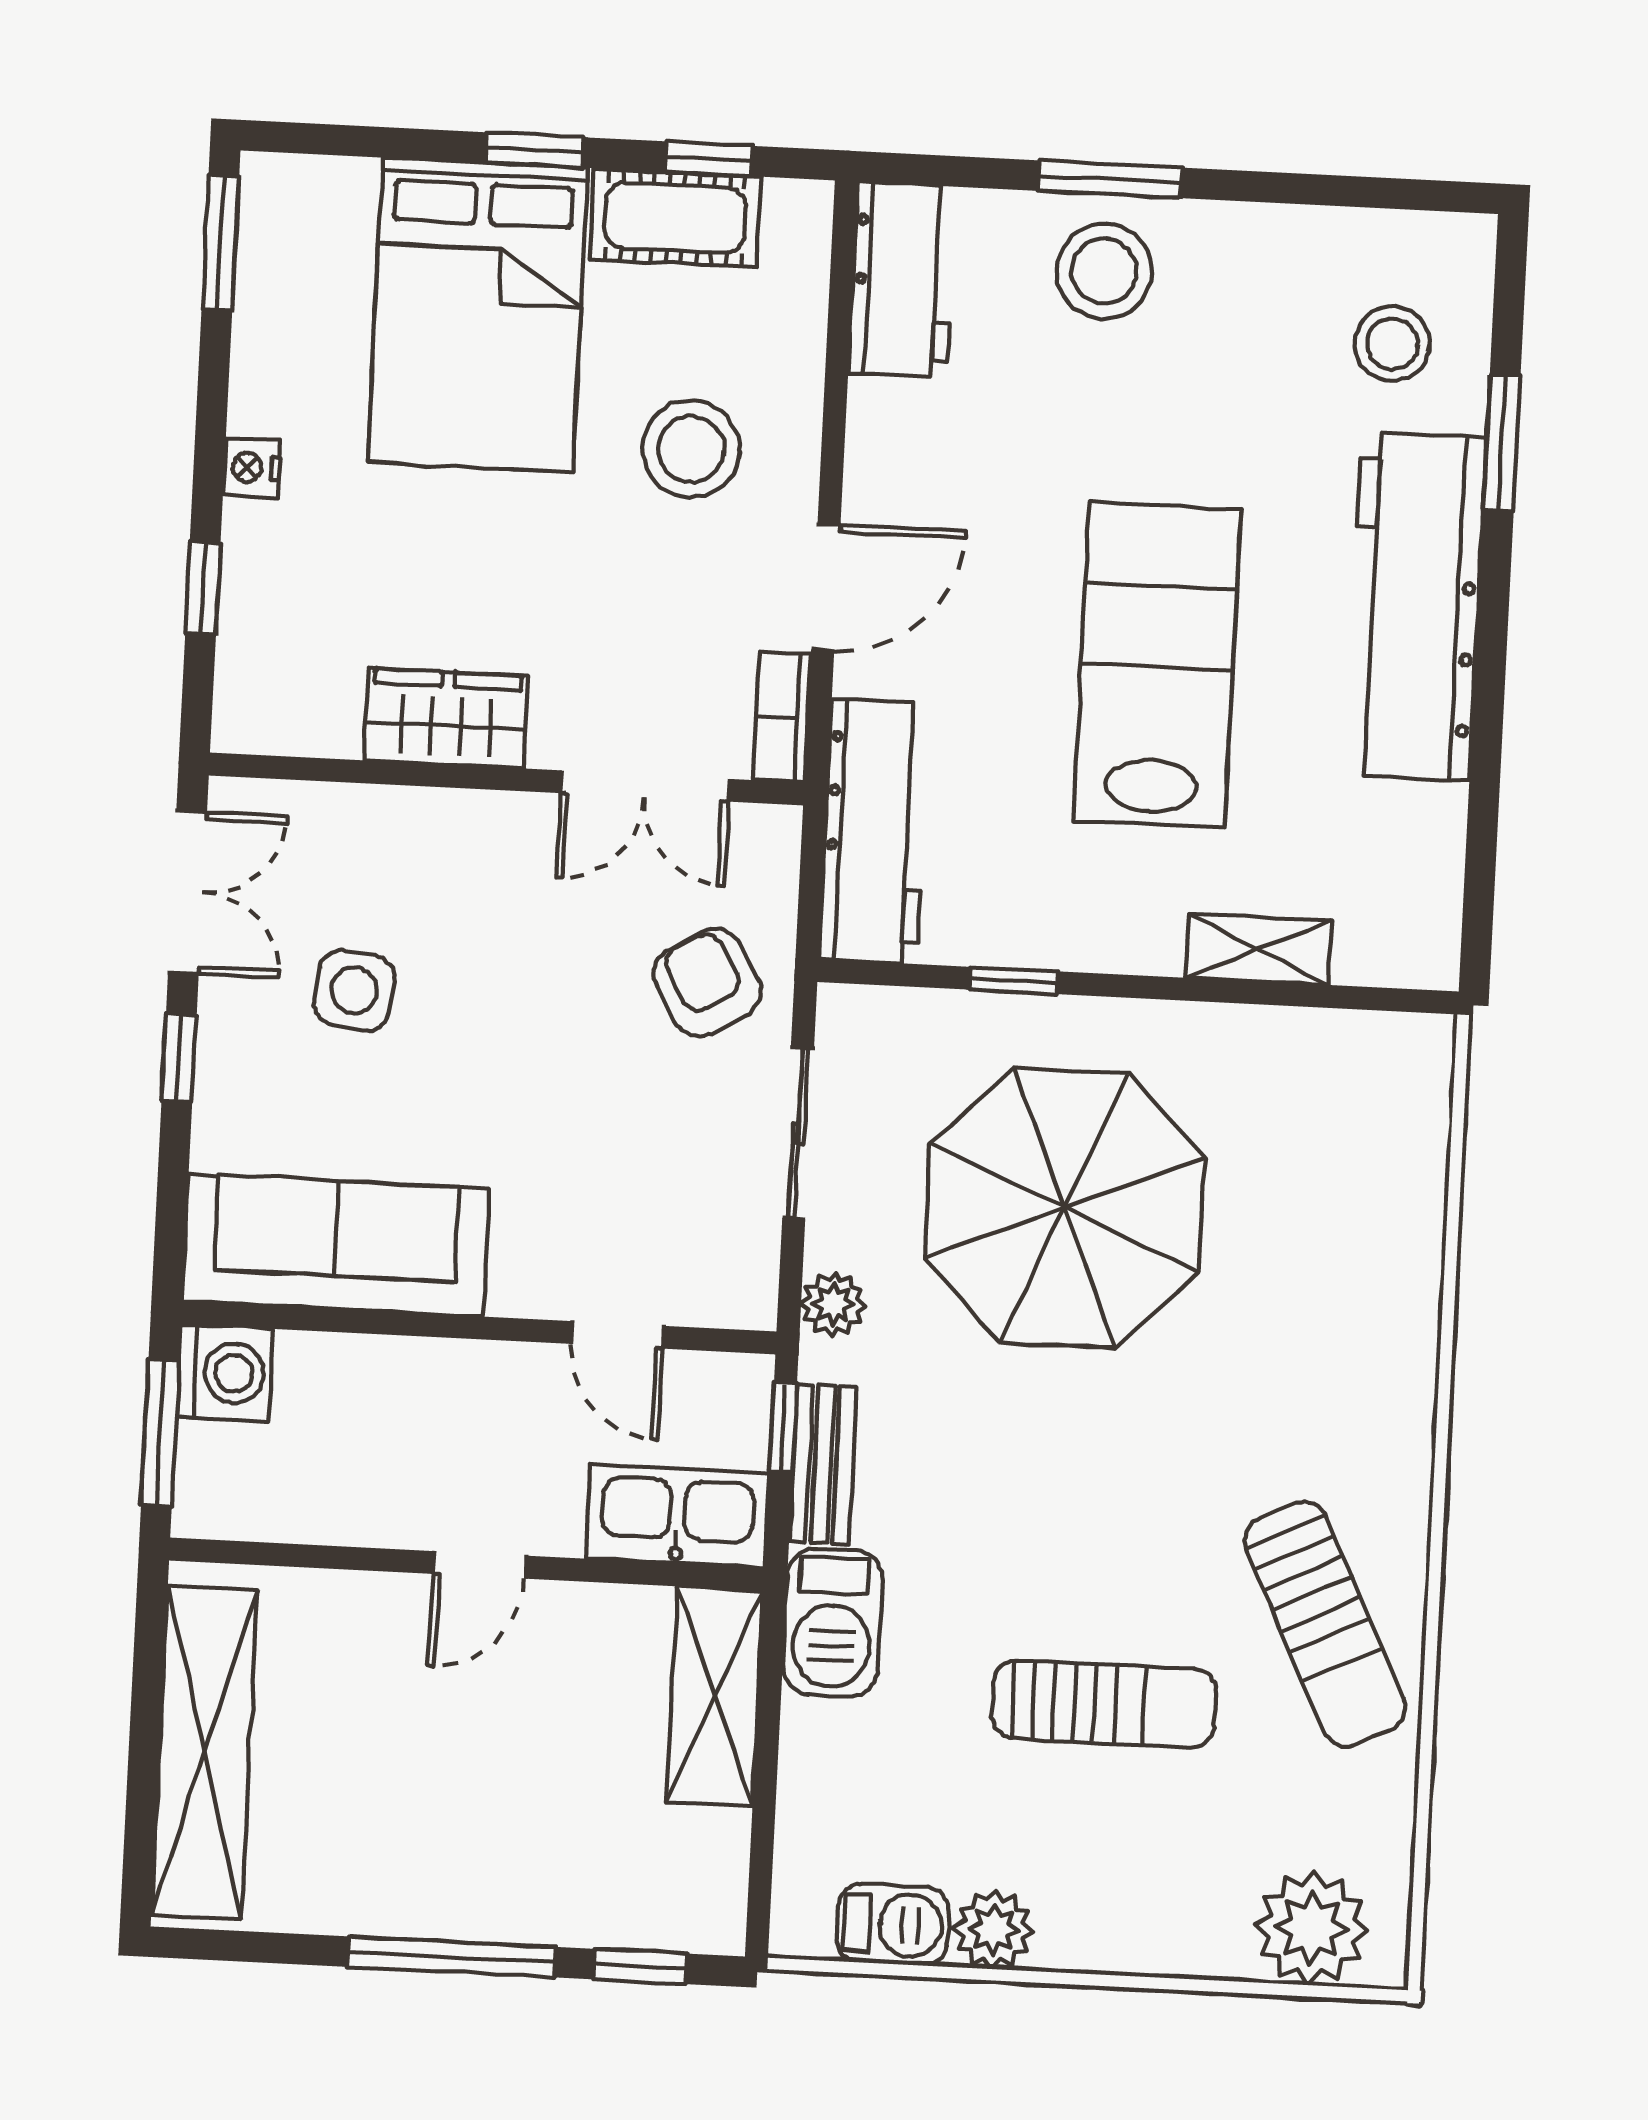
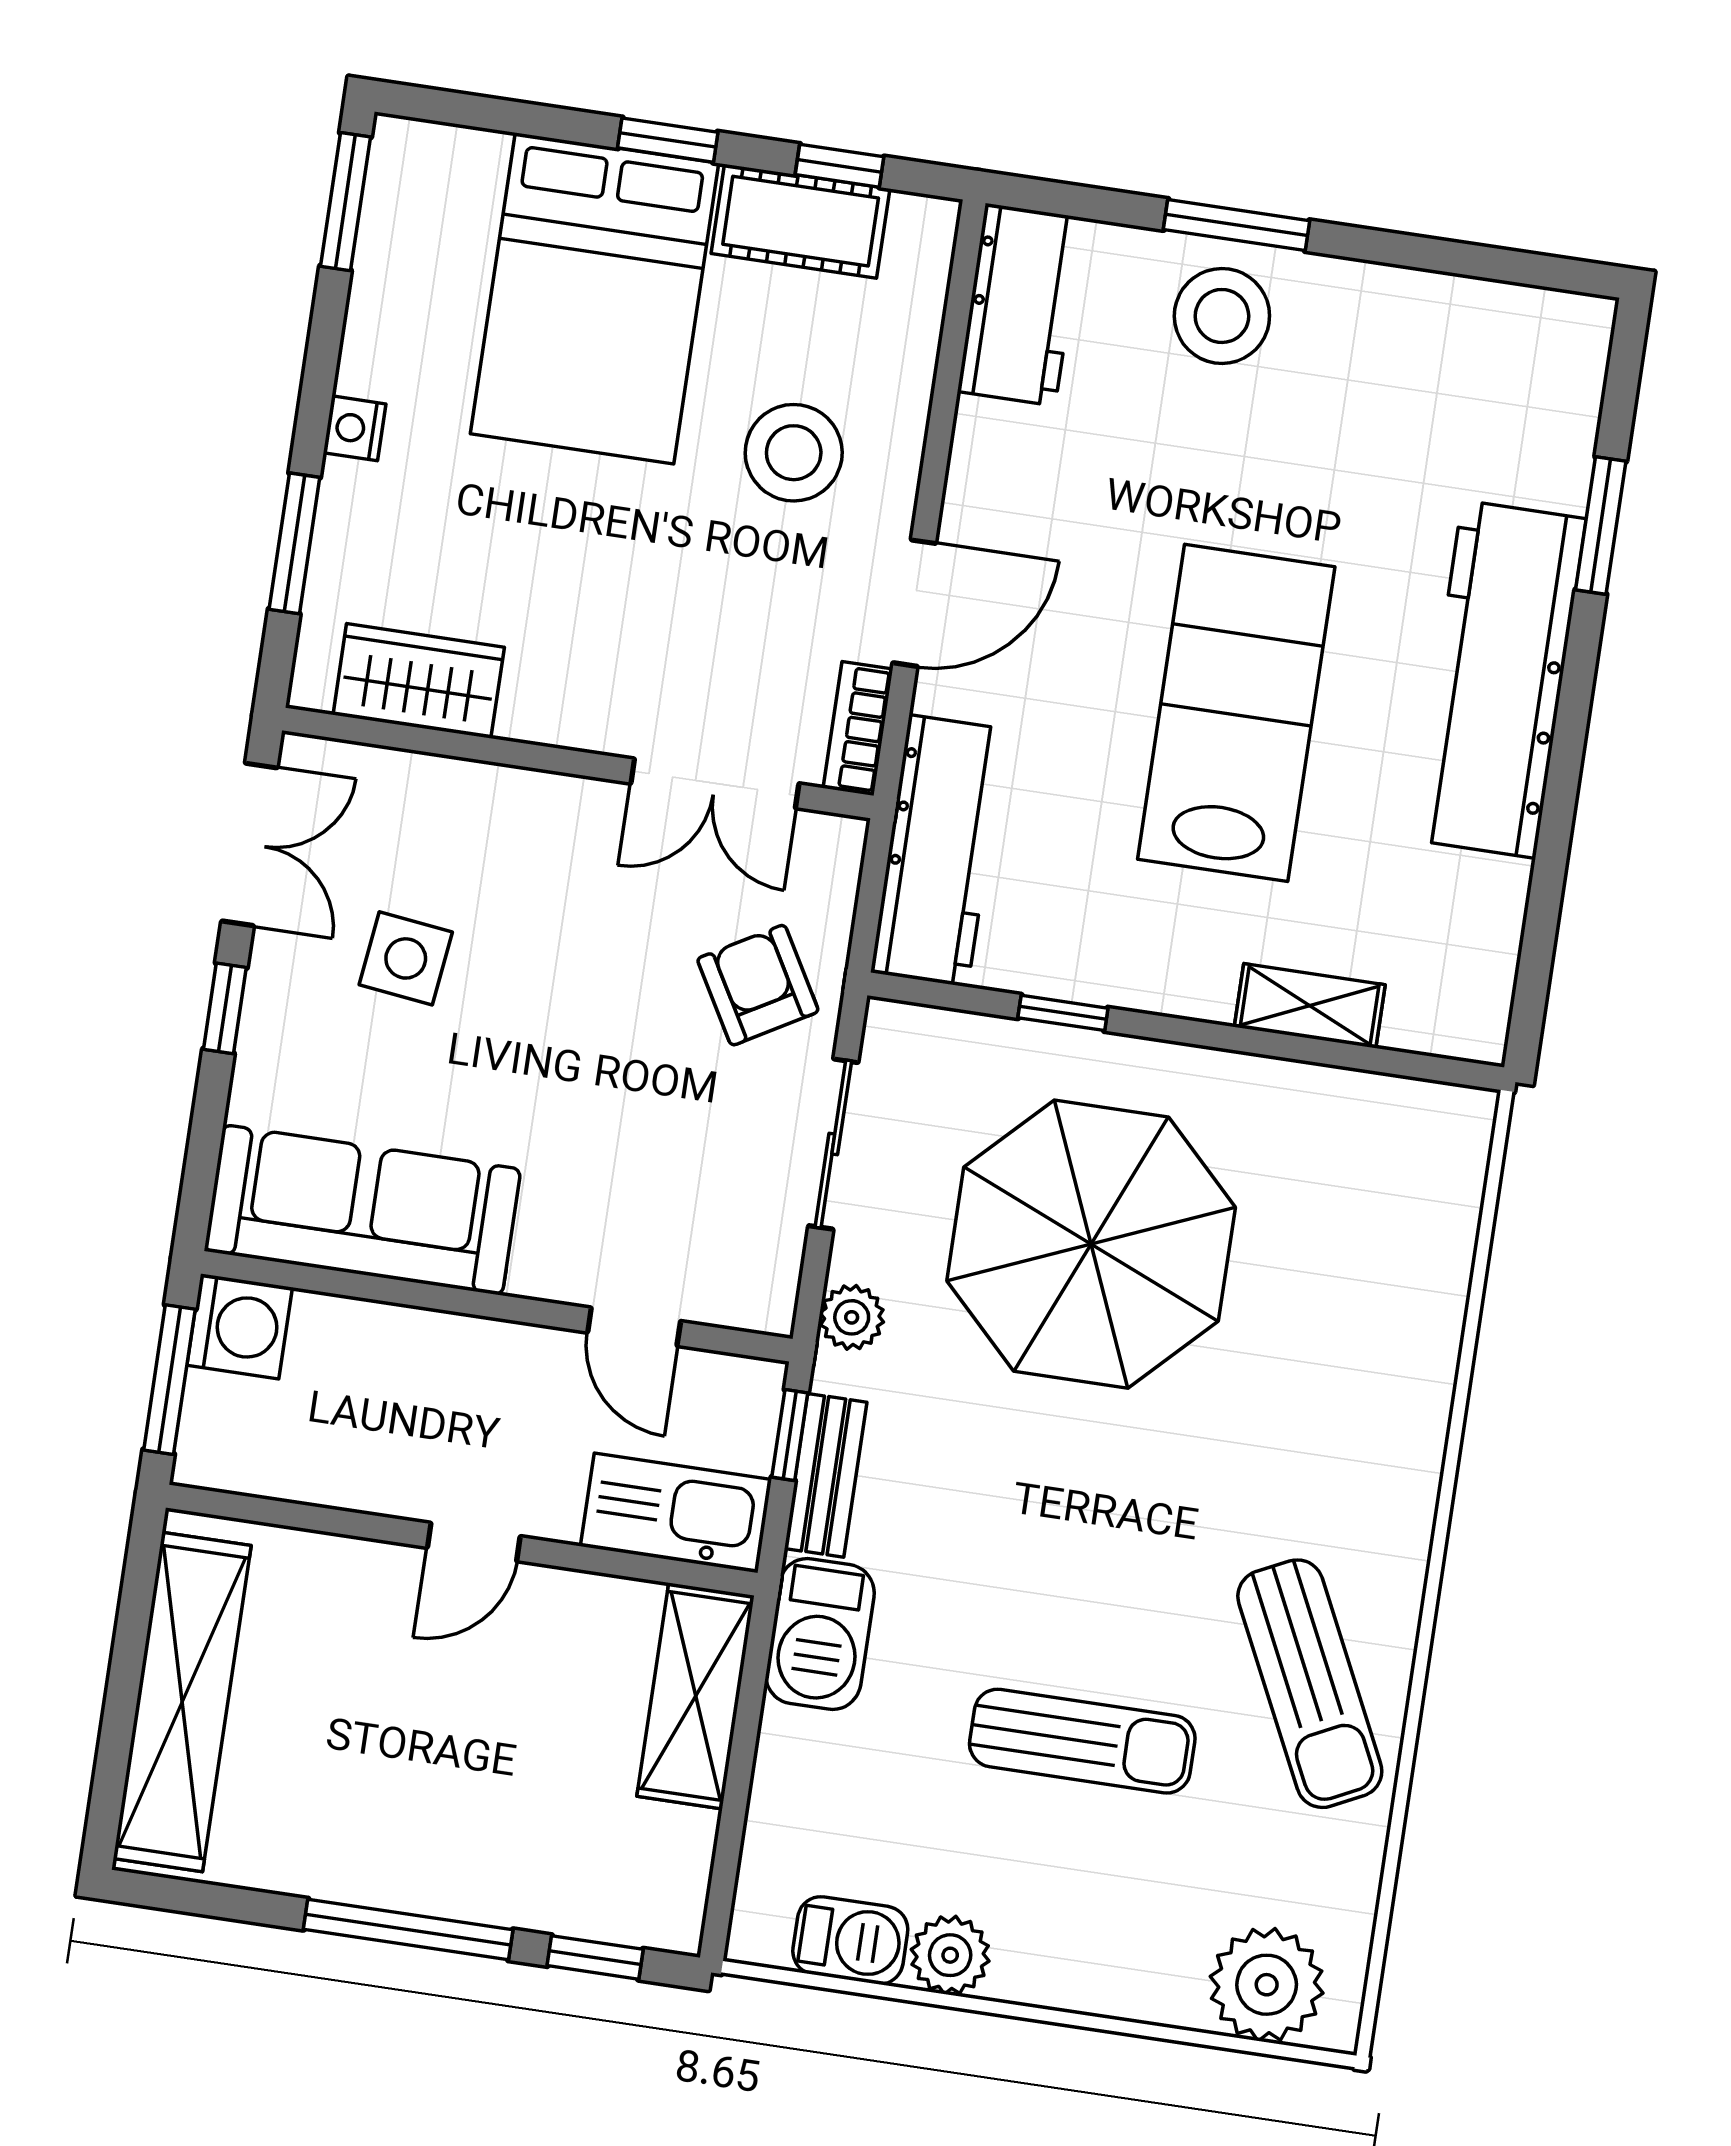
stool: (1392, 344) -> (1502, 416), removed
window: (203, 588) -> (294, 543), width x1.50
wardrobe: (446, 718) -> (419, 681), moved

